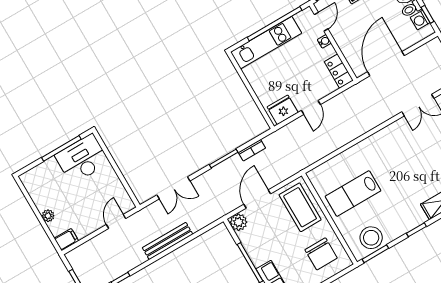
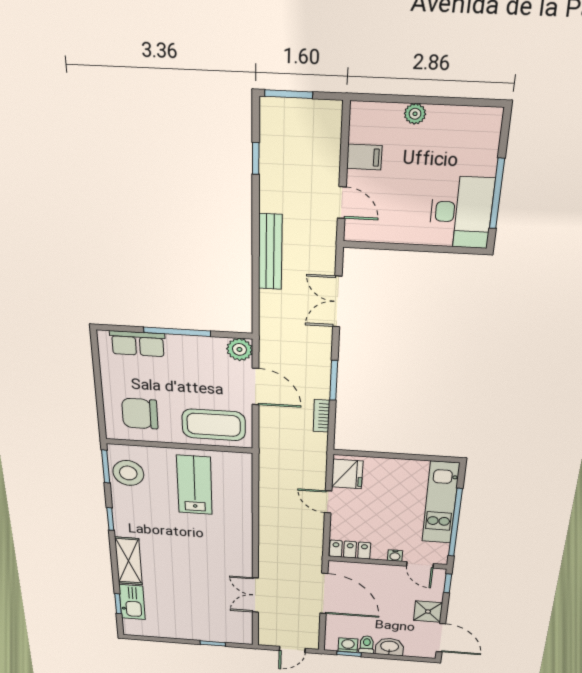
filing cabinet: (66, 240) -> (364, 157), moved, turned -90

